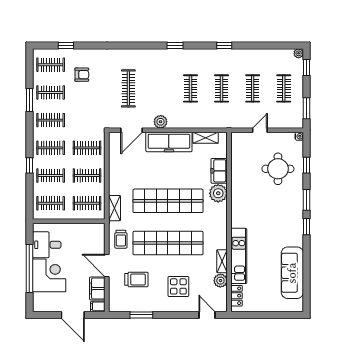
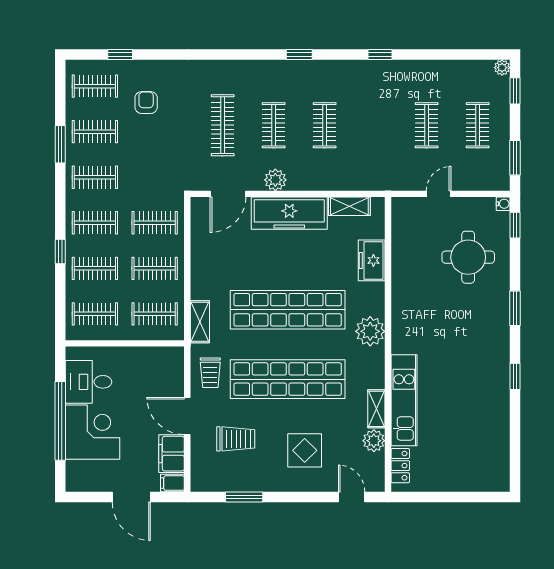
armchair: (82, 75) -> (146, 103), turned -90
clothes rail: (222, 88) -> (274, 125), moved
window: (306, 165) -> (515, 225), moved
plant: (218, 193) -> (370, 331), moved
window: (306, 227) -> (515, 376), moved
sofa: (292, 273) -> (492, 428), removed

